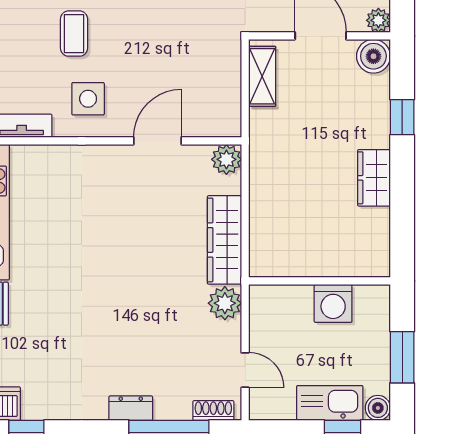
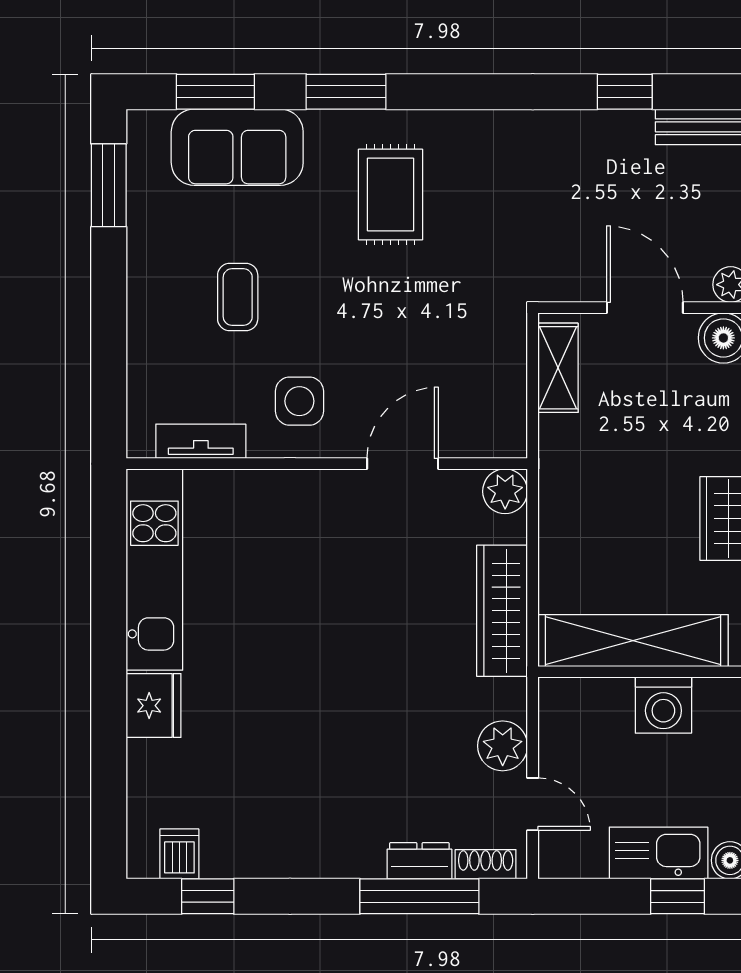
coffee table: (74, 34) -> (238, 297), moved
shelving: (313, 260) -> (633, 641), added
plant: (225, 303) -> (503, 746), moved
dresser: (131, 408) -> (419, 861), moved

